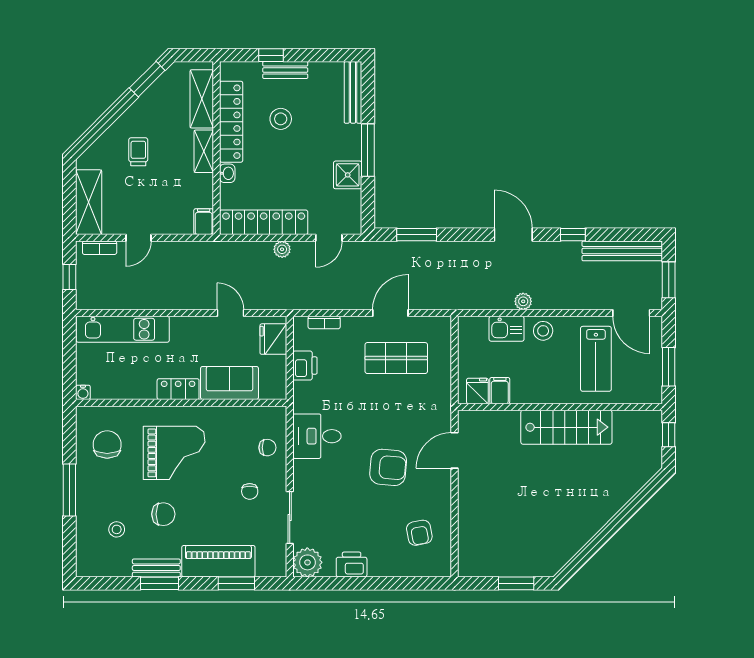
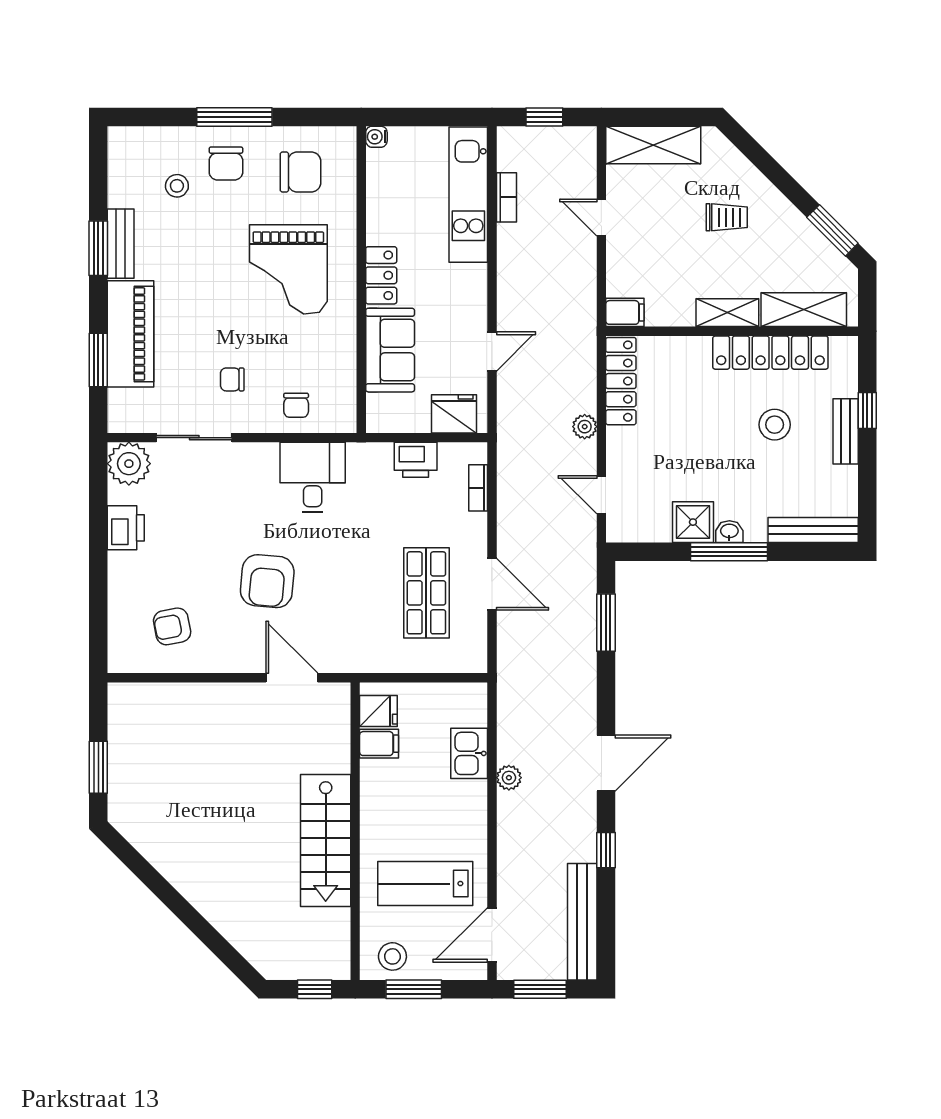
washbasin: (227, 173) -> (729, 532), moved, turned 180
locker: (264, 222) -> (621, 381), width x0.71, depth x0.83
bookcase: (100, 248) -> (506, 197), moved, turned 180
stool: (543, 331) -> (392, 956), moved
chair: (163, 514) -> (226, 163), moved

